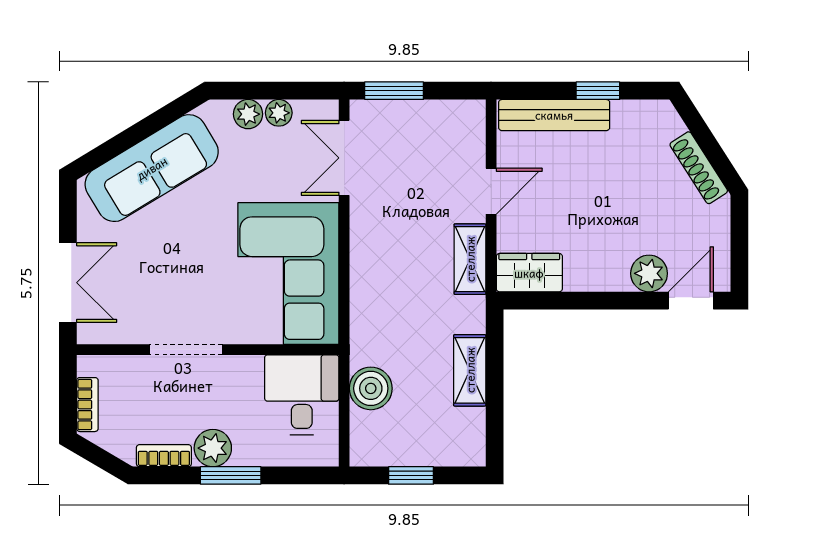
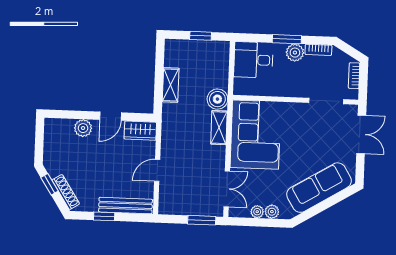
window: (715, 153) -> (50, 184), added
shoe rack: (699, 168) -> (66, 192), moved
shelving: (470, 259) -> (219, 128), moved
double door: (68, 283) -> (361, 134), swing flipped
door: (691, 301) -> (111, 116), moved
doorway: (186, 350) -> (326, 101), moved
boiler: (371, 388) -> (217, 99), moved
desk: (302, 395) -> (253, 60), moved, turned 90

